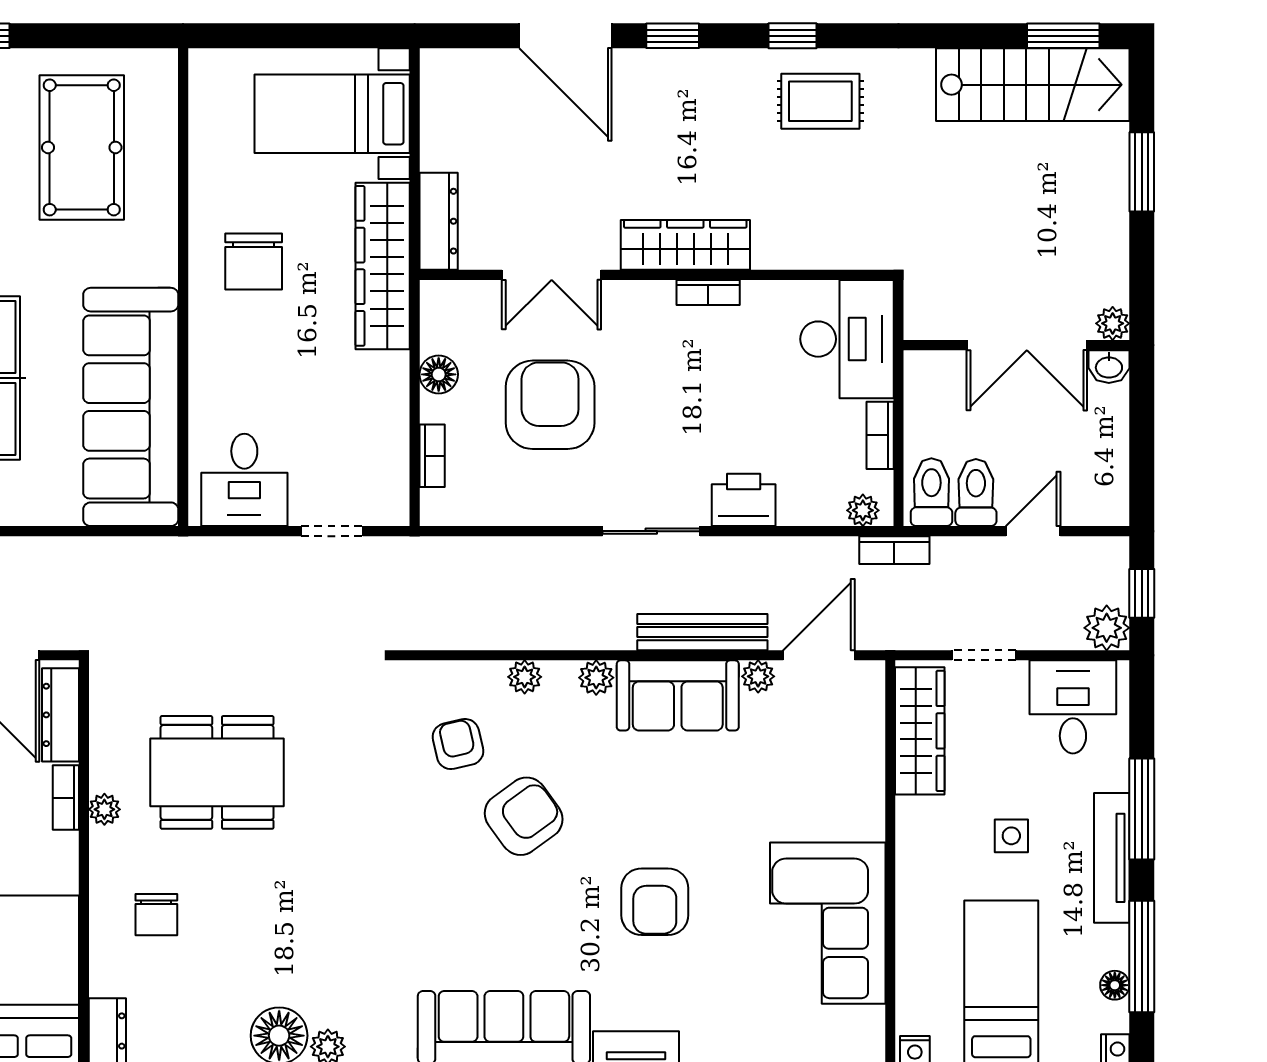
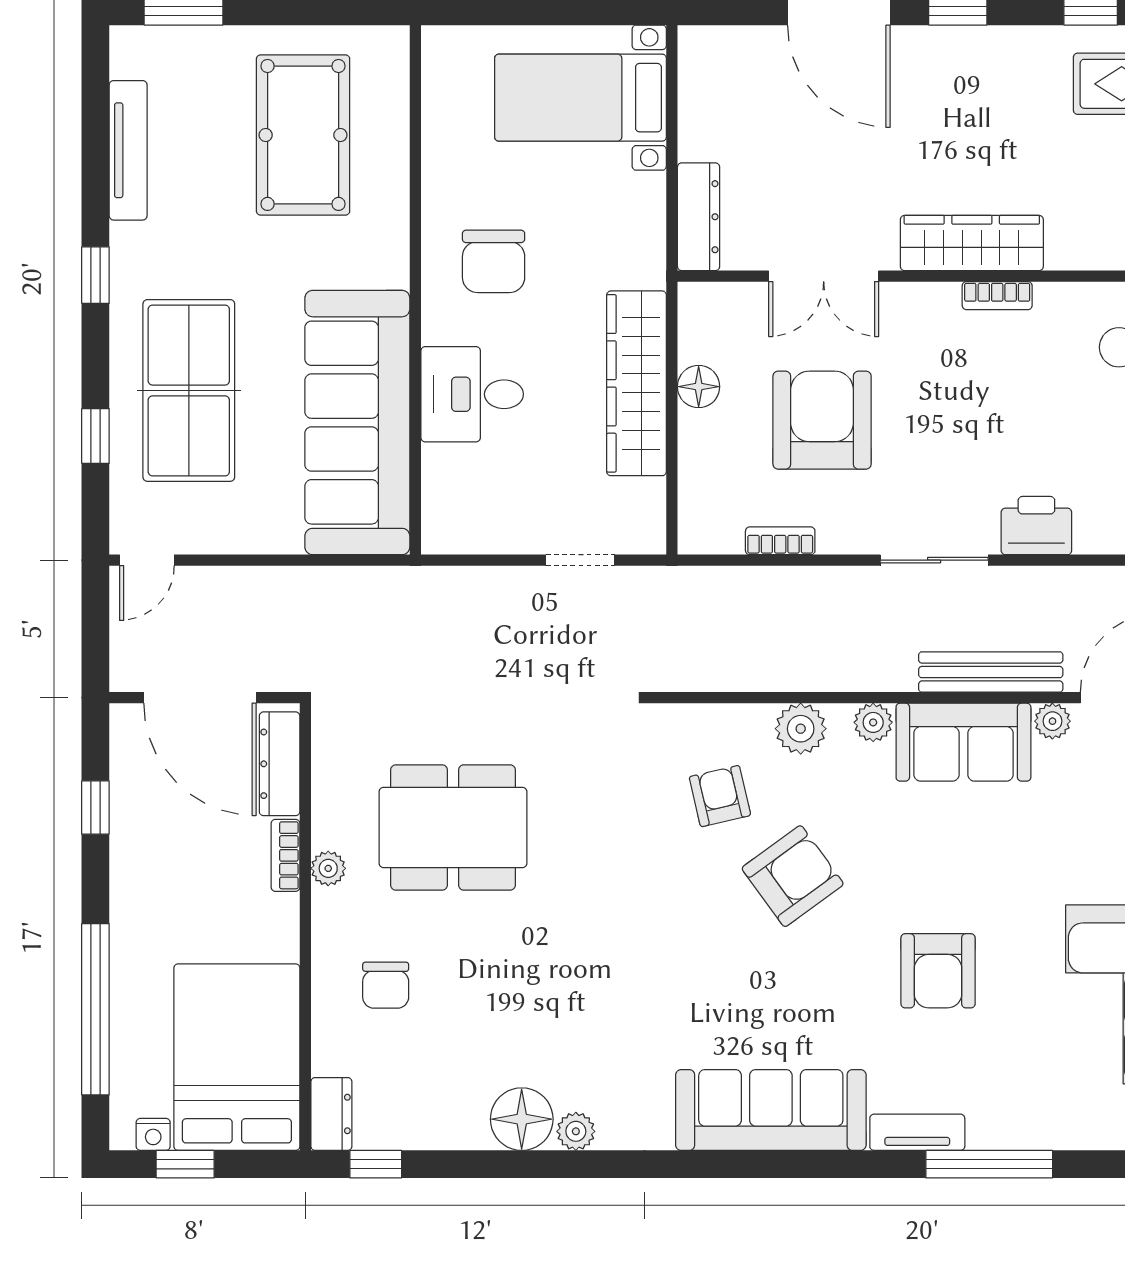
wardrobe: (383, 266) -> (637, 383), moved
bookcase: (432, 456) -> (780, 541), moved, turned -90
desk: (244, 480) -> (472, 394), moved, turned 90
plant: (525, 677) -> (801, 729), width x1.38, depth x1.38

